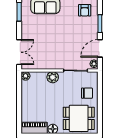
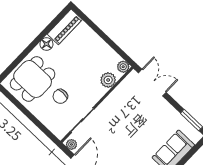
double door: (19, 52) -> (152, 83), swing flipped
plant: (53, 77) -> (108, 80), moved
chair: (87, 93) -> (60, 96), moved

